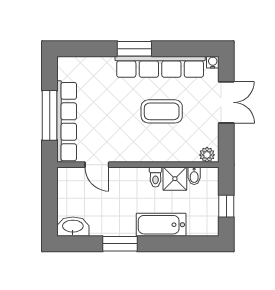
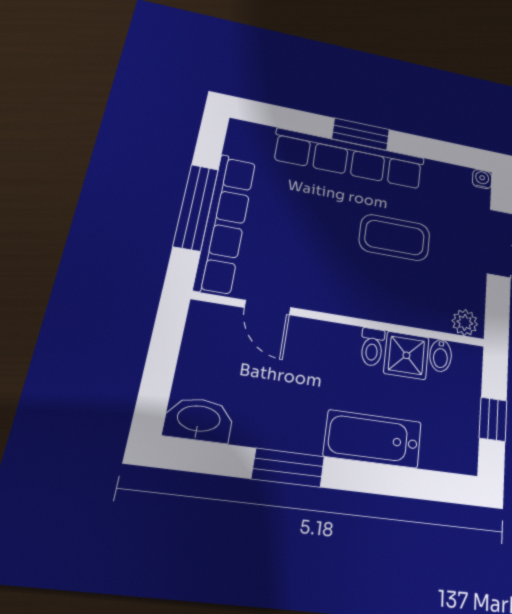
row of seats: (160, 67) -> (350, 159), moved

